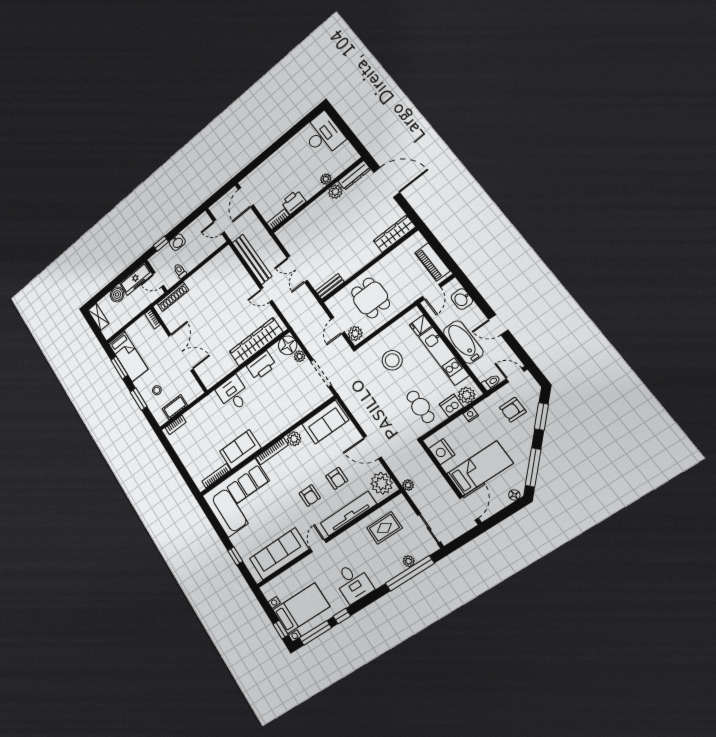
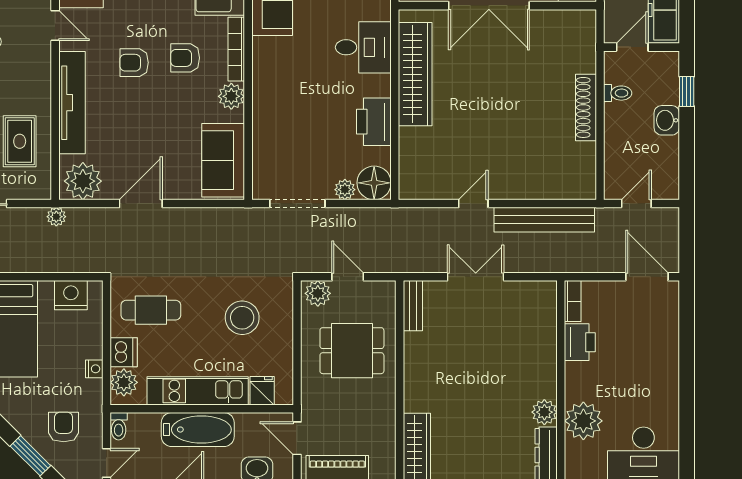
plant: (326, 179) -> (583, 421), width x1.87, depth x1.87
shoe rack: (173, 297) -> (586, 107), moved
wardrobe: (256, 342) -> (415, 74), moved
armchair: (337, 478) -> (185, 58), moved

